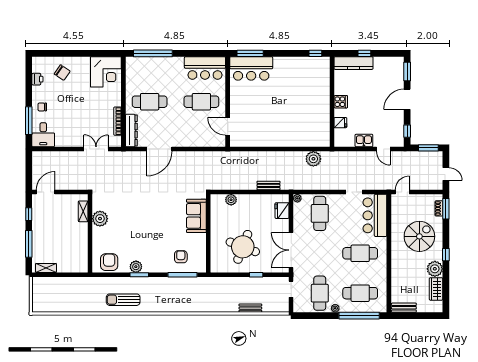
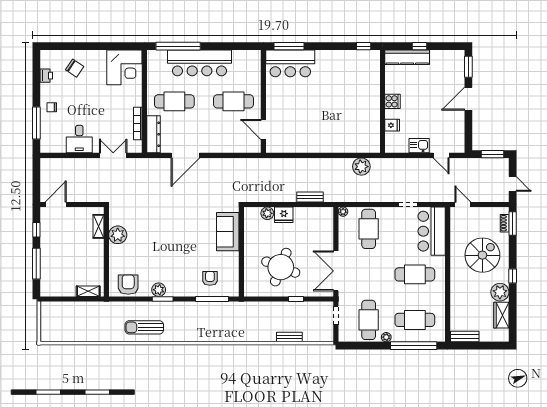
bar counter: (205, 68) -> (199, 63), moved, width x1.36
window: (407, 131) -> (468, 135), removed
desk: (43, 135) -> (79, 139), moved
door: (402, 192) -> (463, 204), hinge flipped
fridge: (282, 211) -> (284, 215), moved, turned -90
shelving: (46, 268) -> (88, 291), moved

